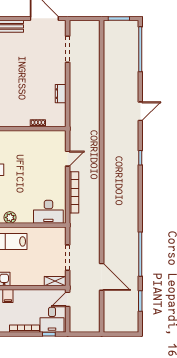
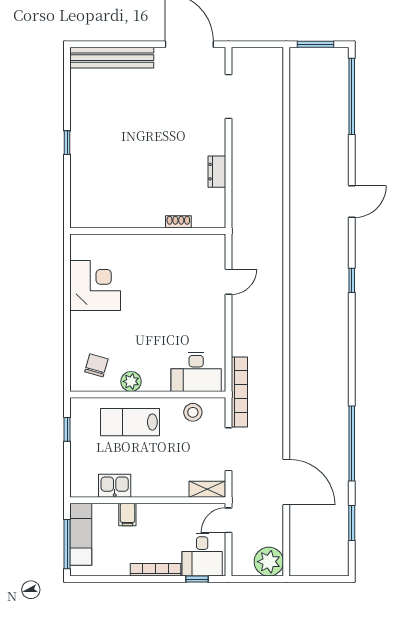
bookcase: (74, 192) -> (239, 392), moved
stool: (47, 236) -> (193, 412), added
plant: (91, 324) -> (269, 562), added

